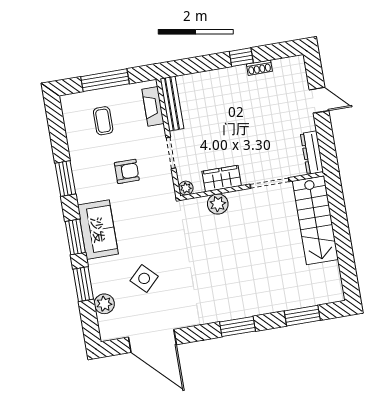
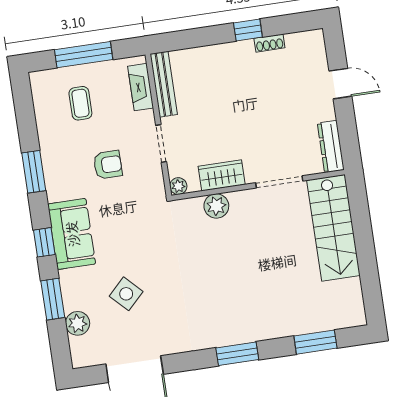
window: (75, 237) -> (44, 242), width x0.67

